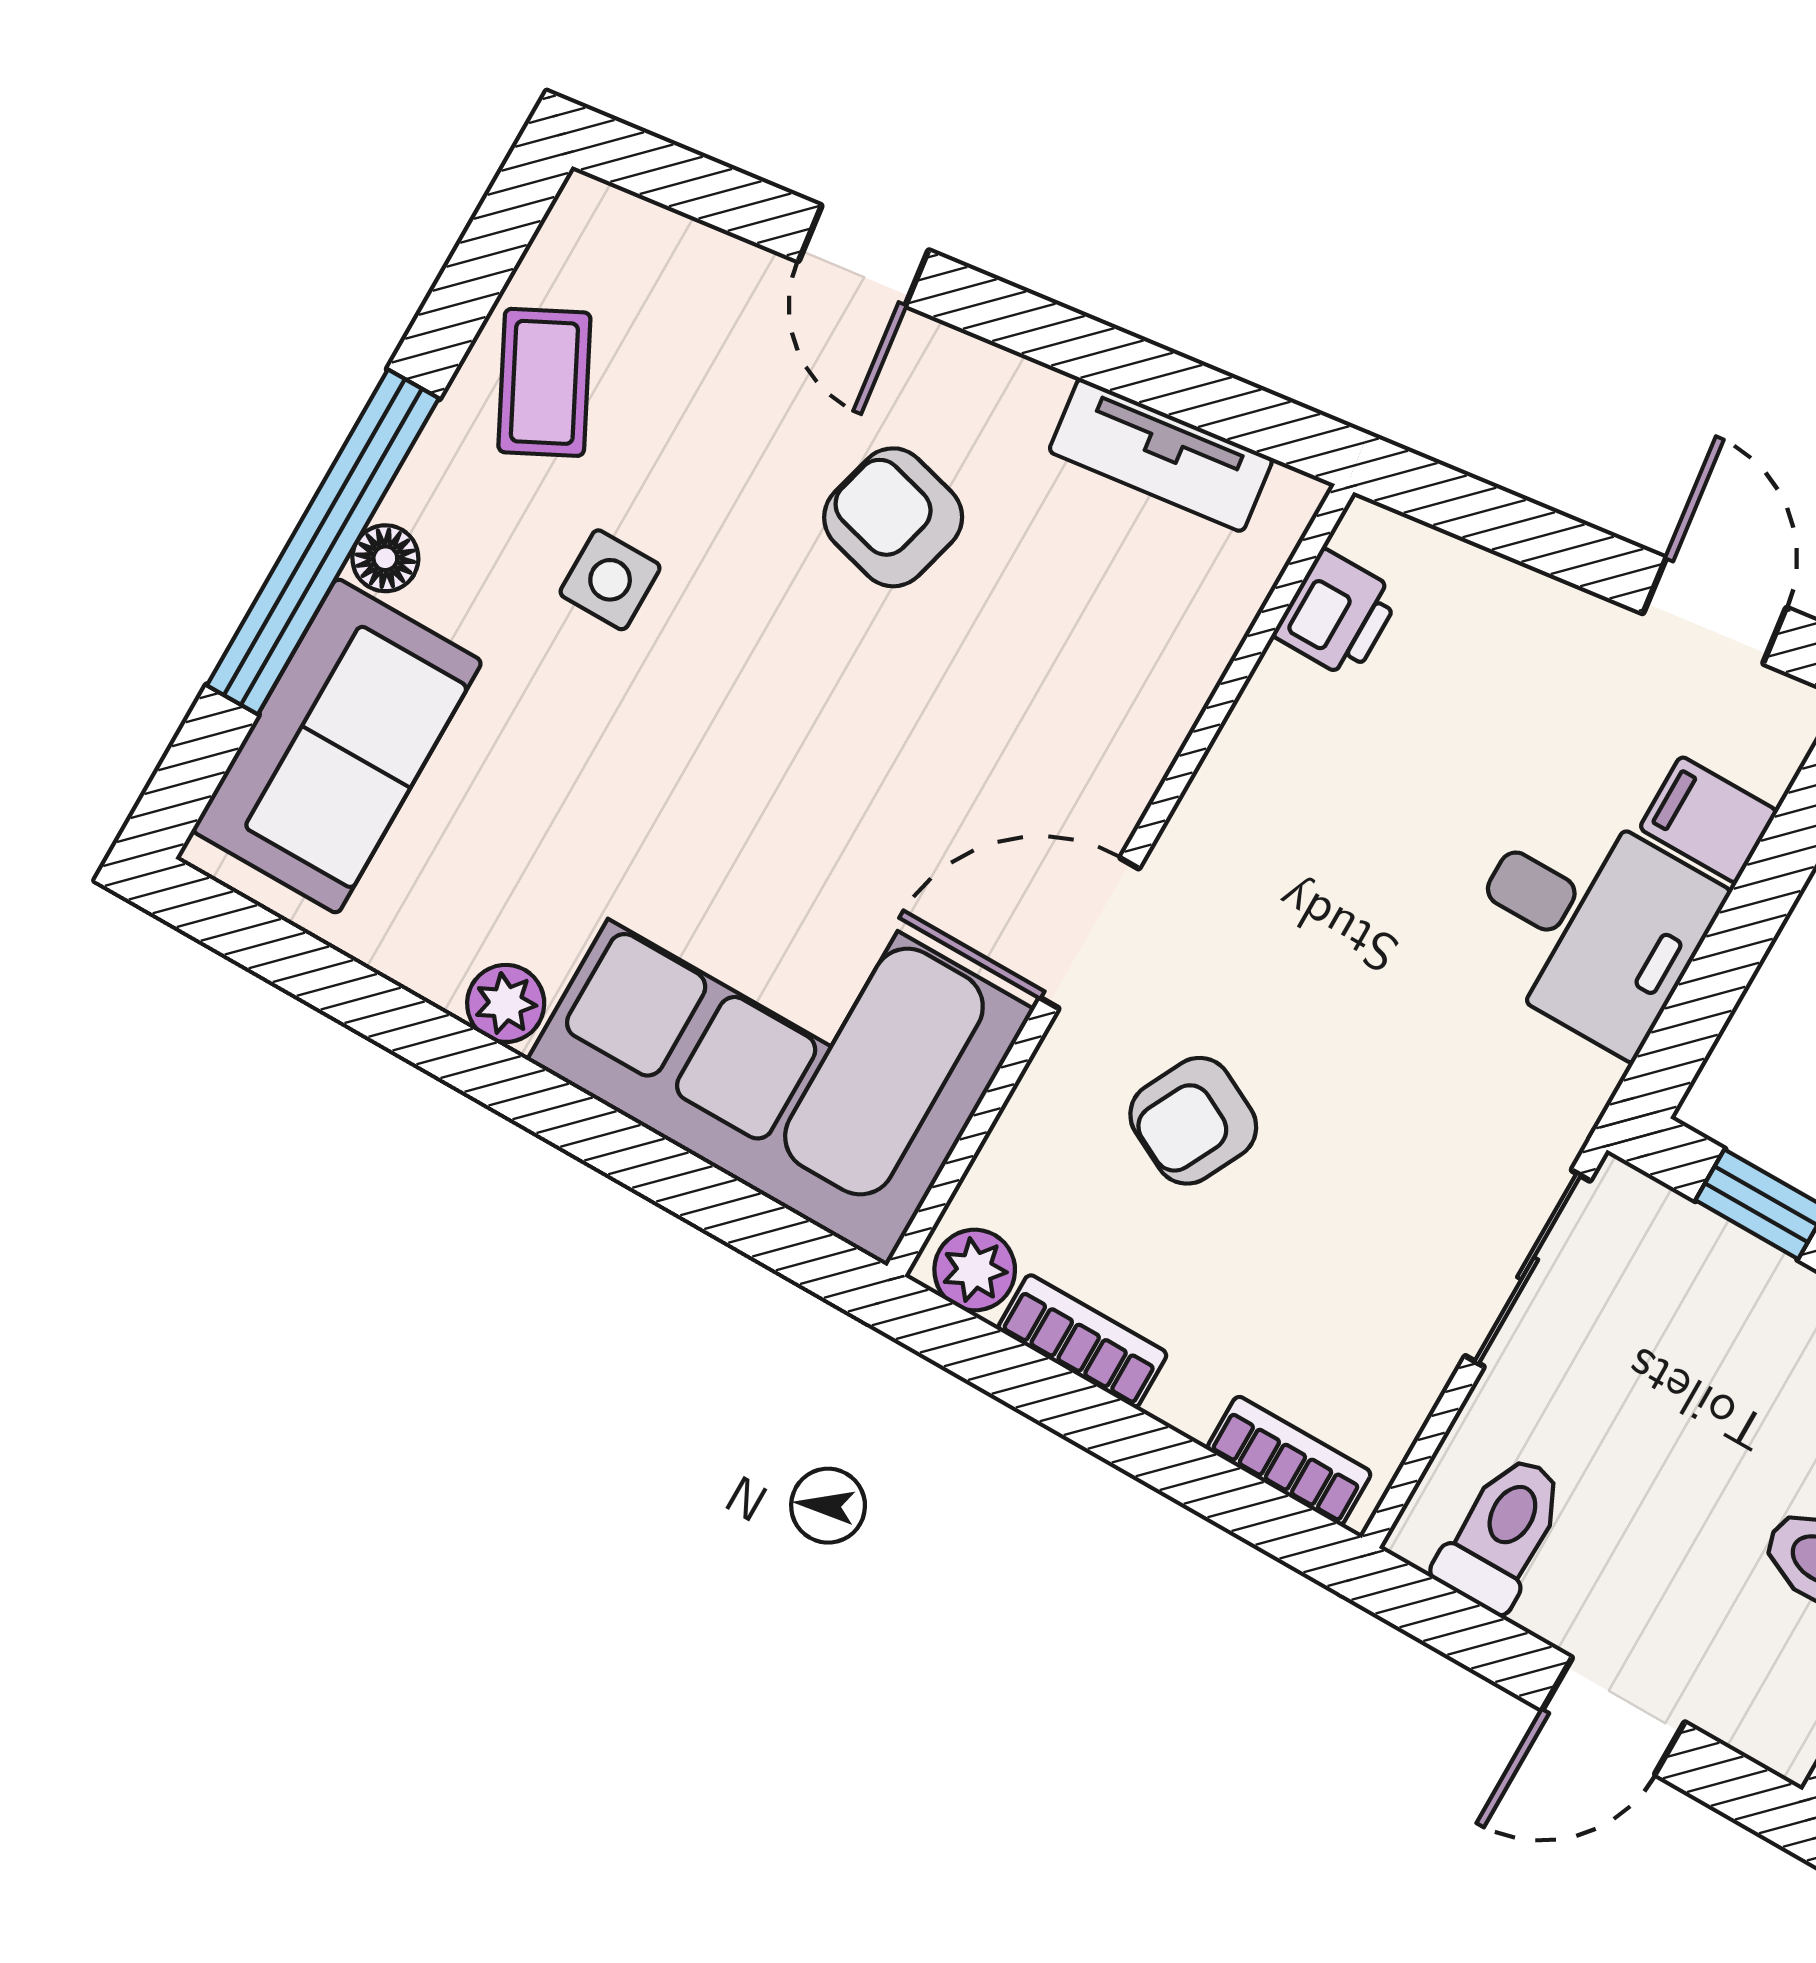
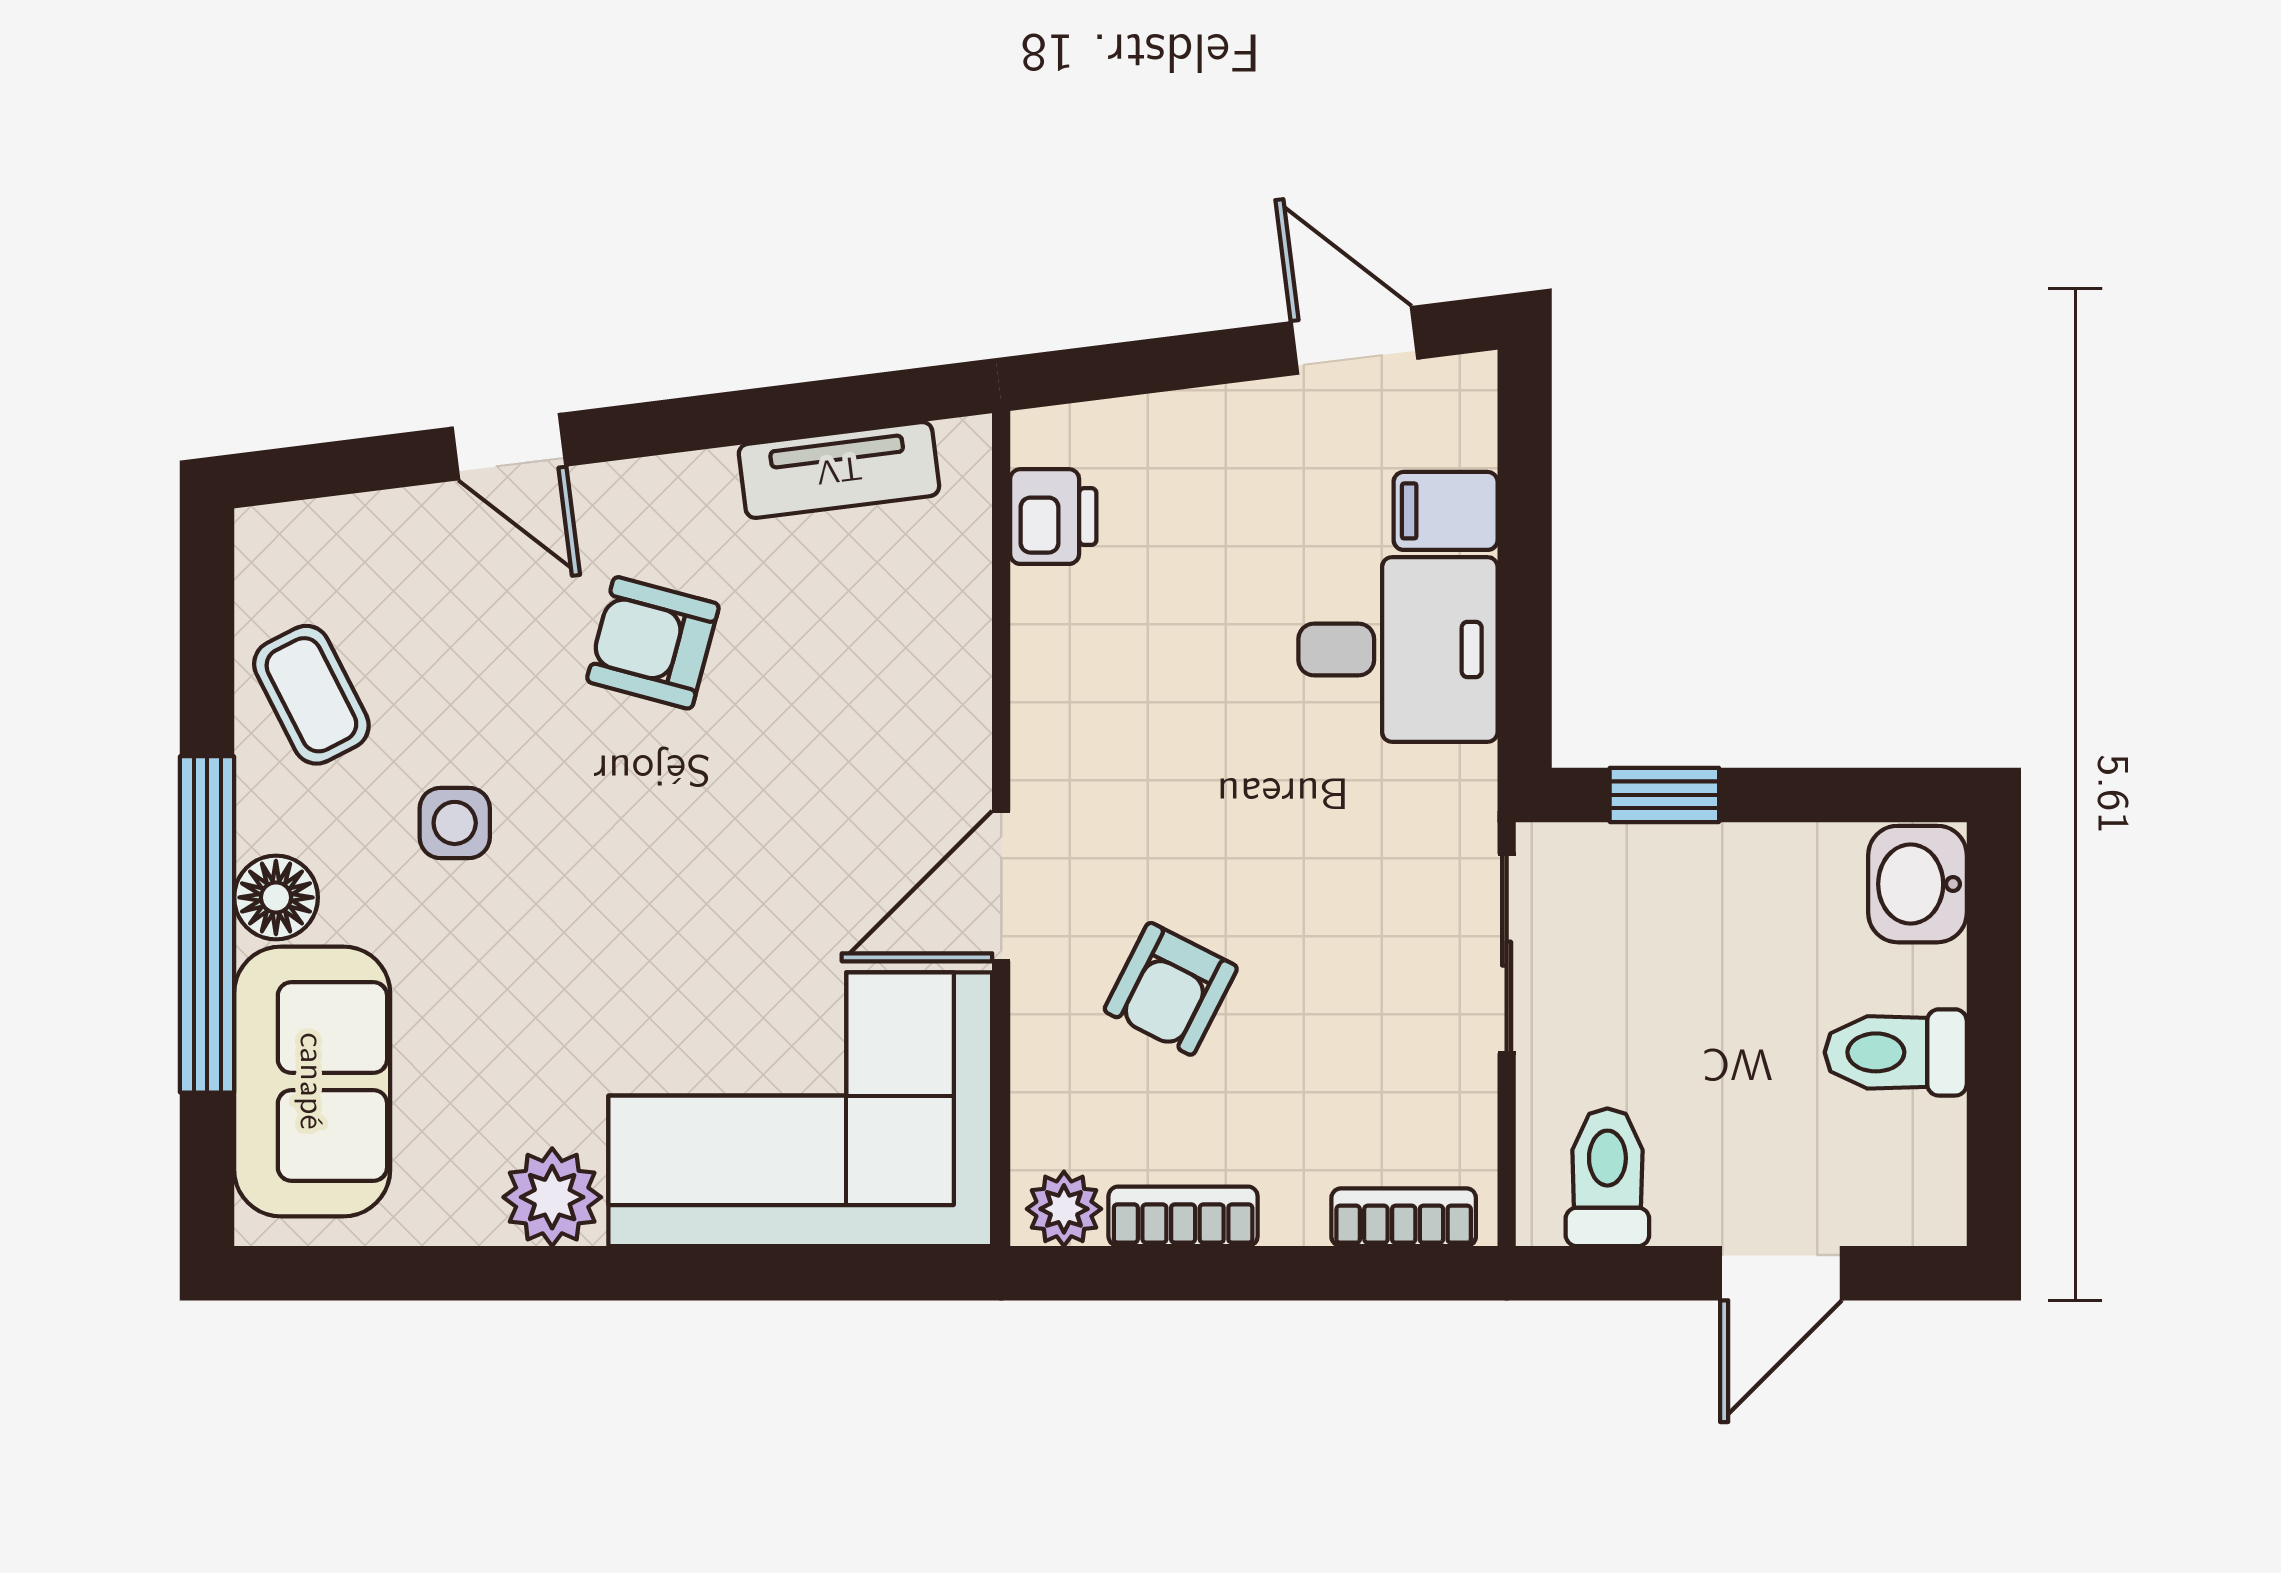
floor lamp: (385, 558) -> (276, 897), width x1.37, depth x1.37
plant: (506, 1003) -> (552, 1197), width x1.38, depth x1.38

